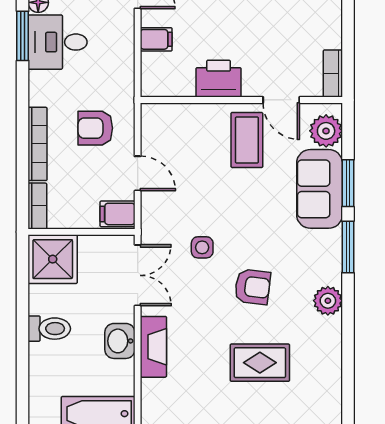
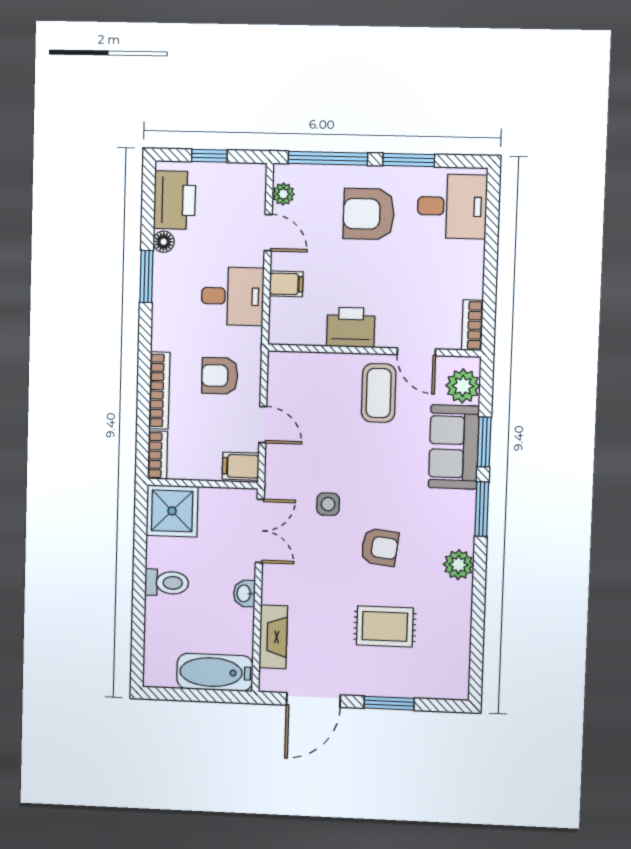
desk: (58, 42) -> (232, 296), moved, turned 180
washbasin: (120, 341) -> (244, 593), width x0.72, depth x0.69
fireplace: (153, 347) -> (273, 637), moved

